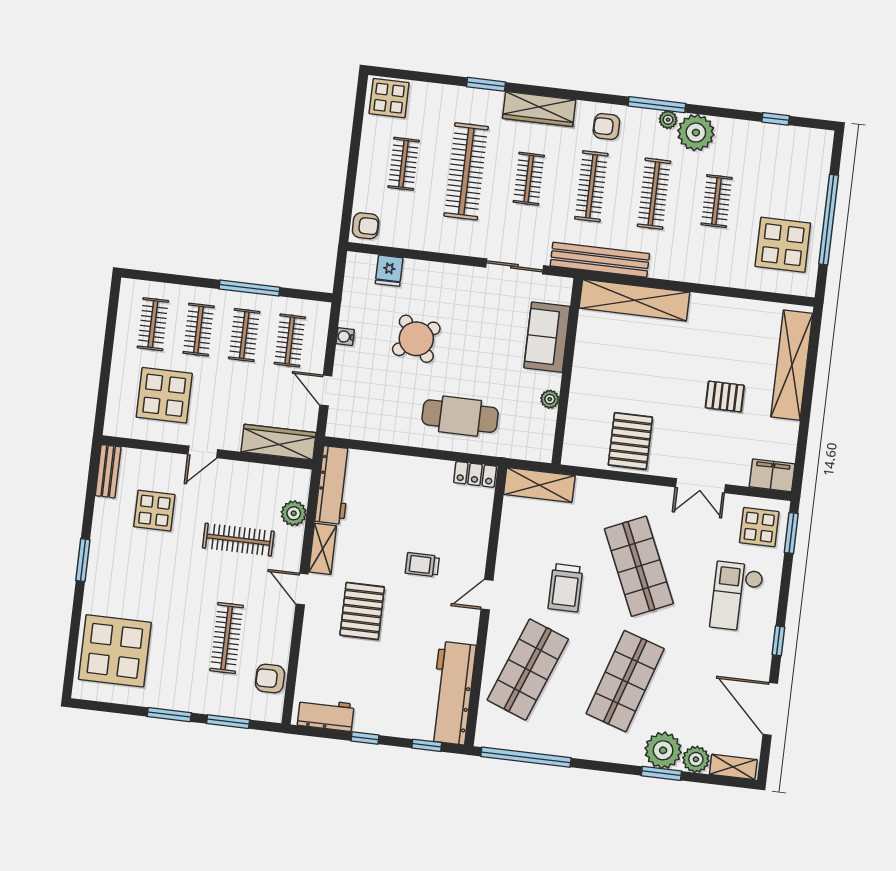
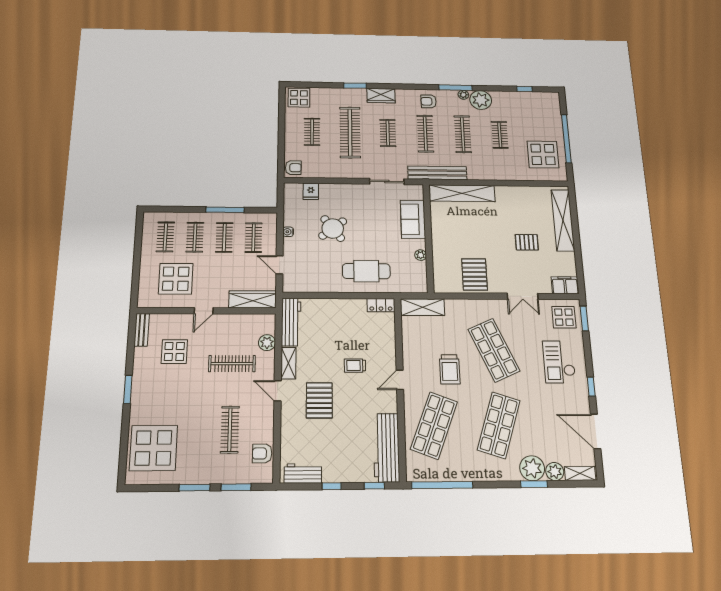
wardrobe: (539, 109) -> (381, 96), width x0.67

